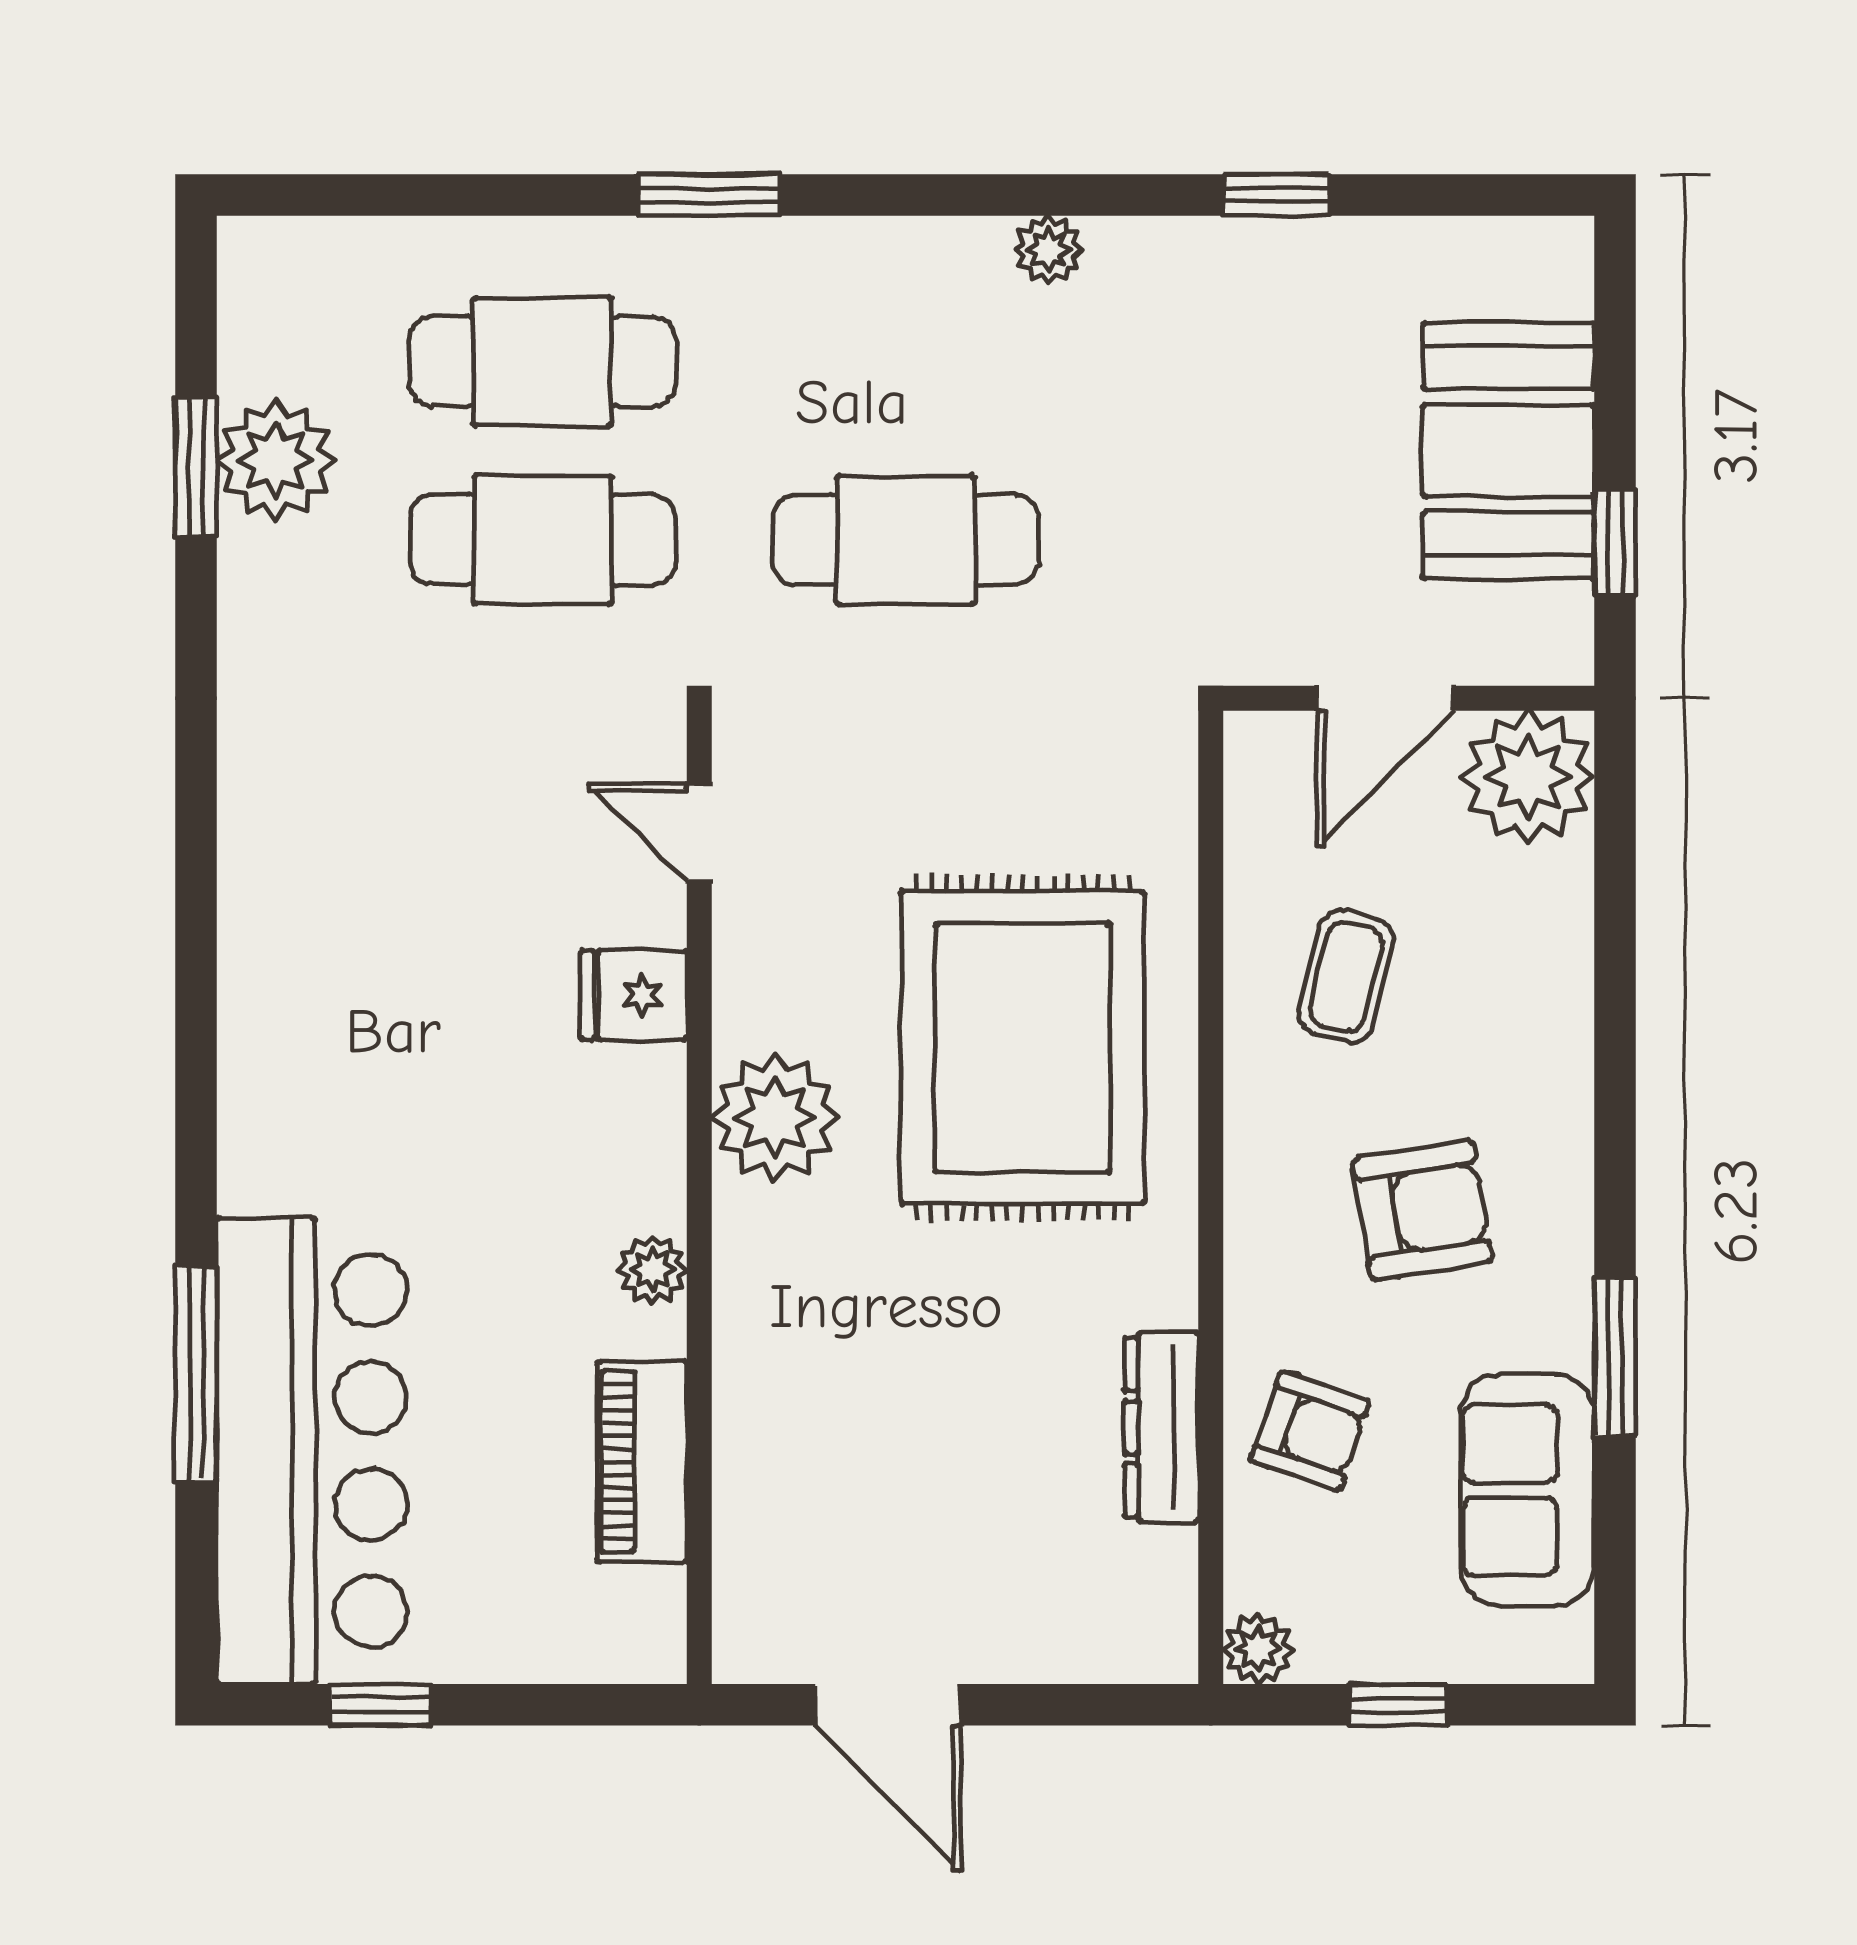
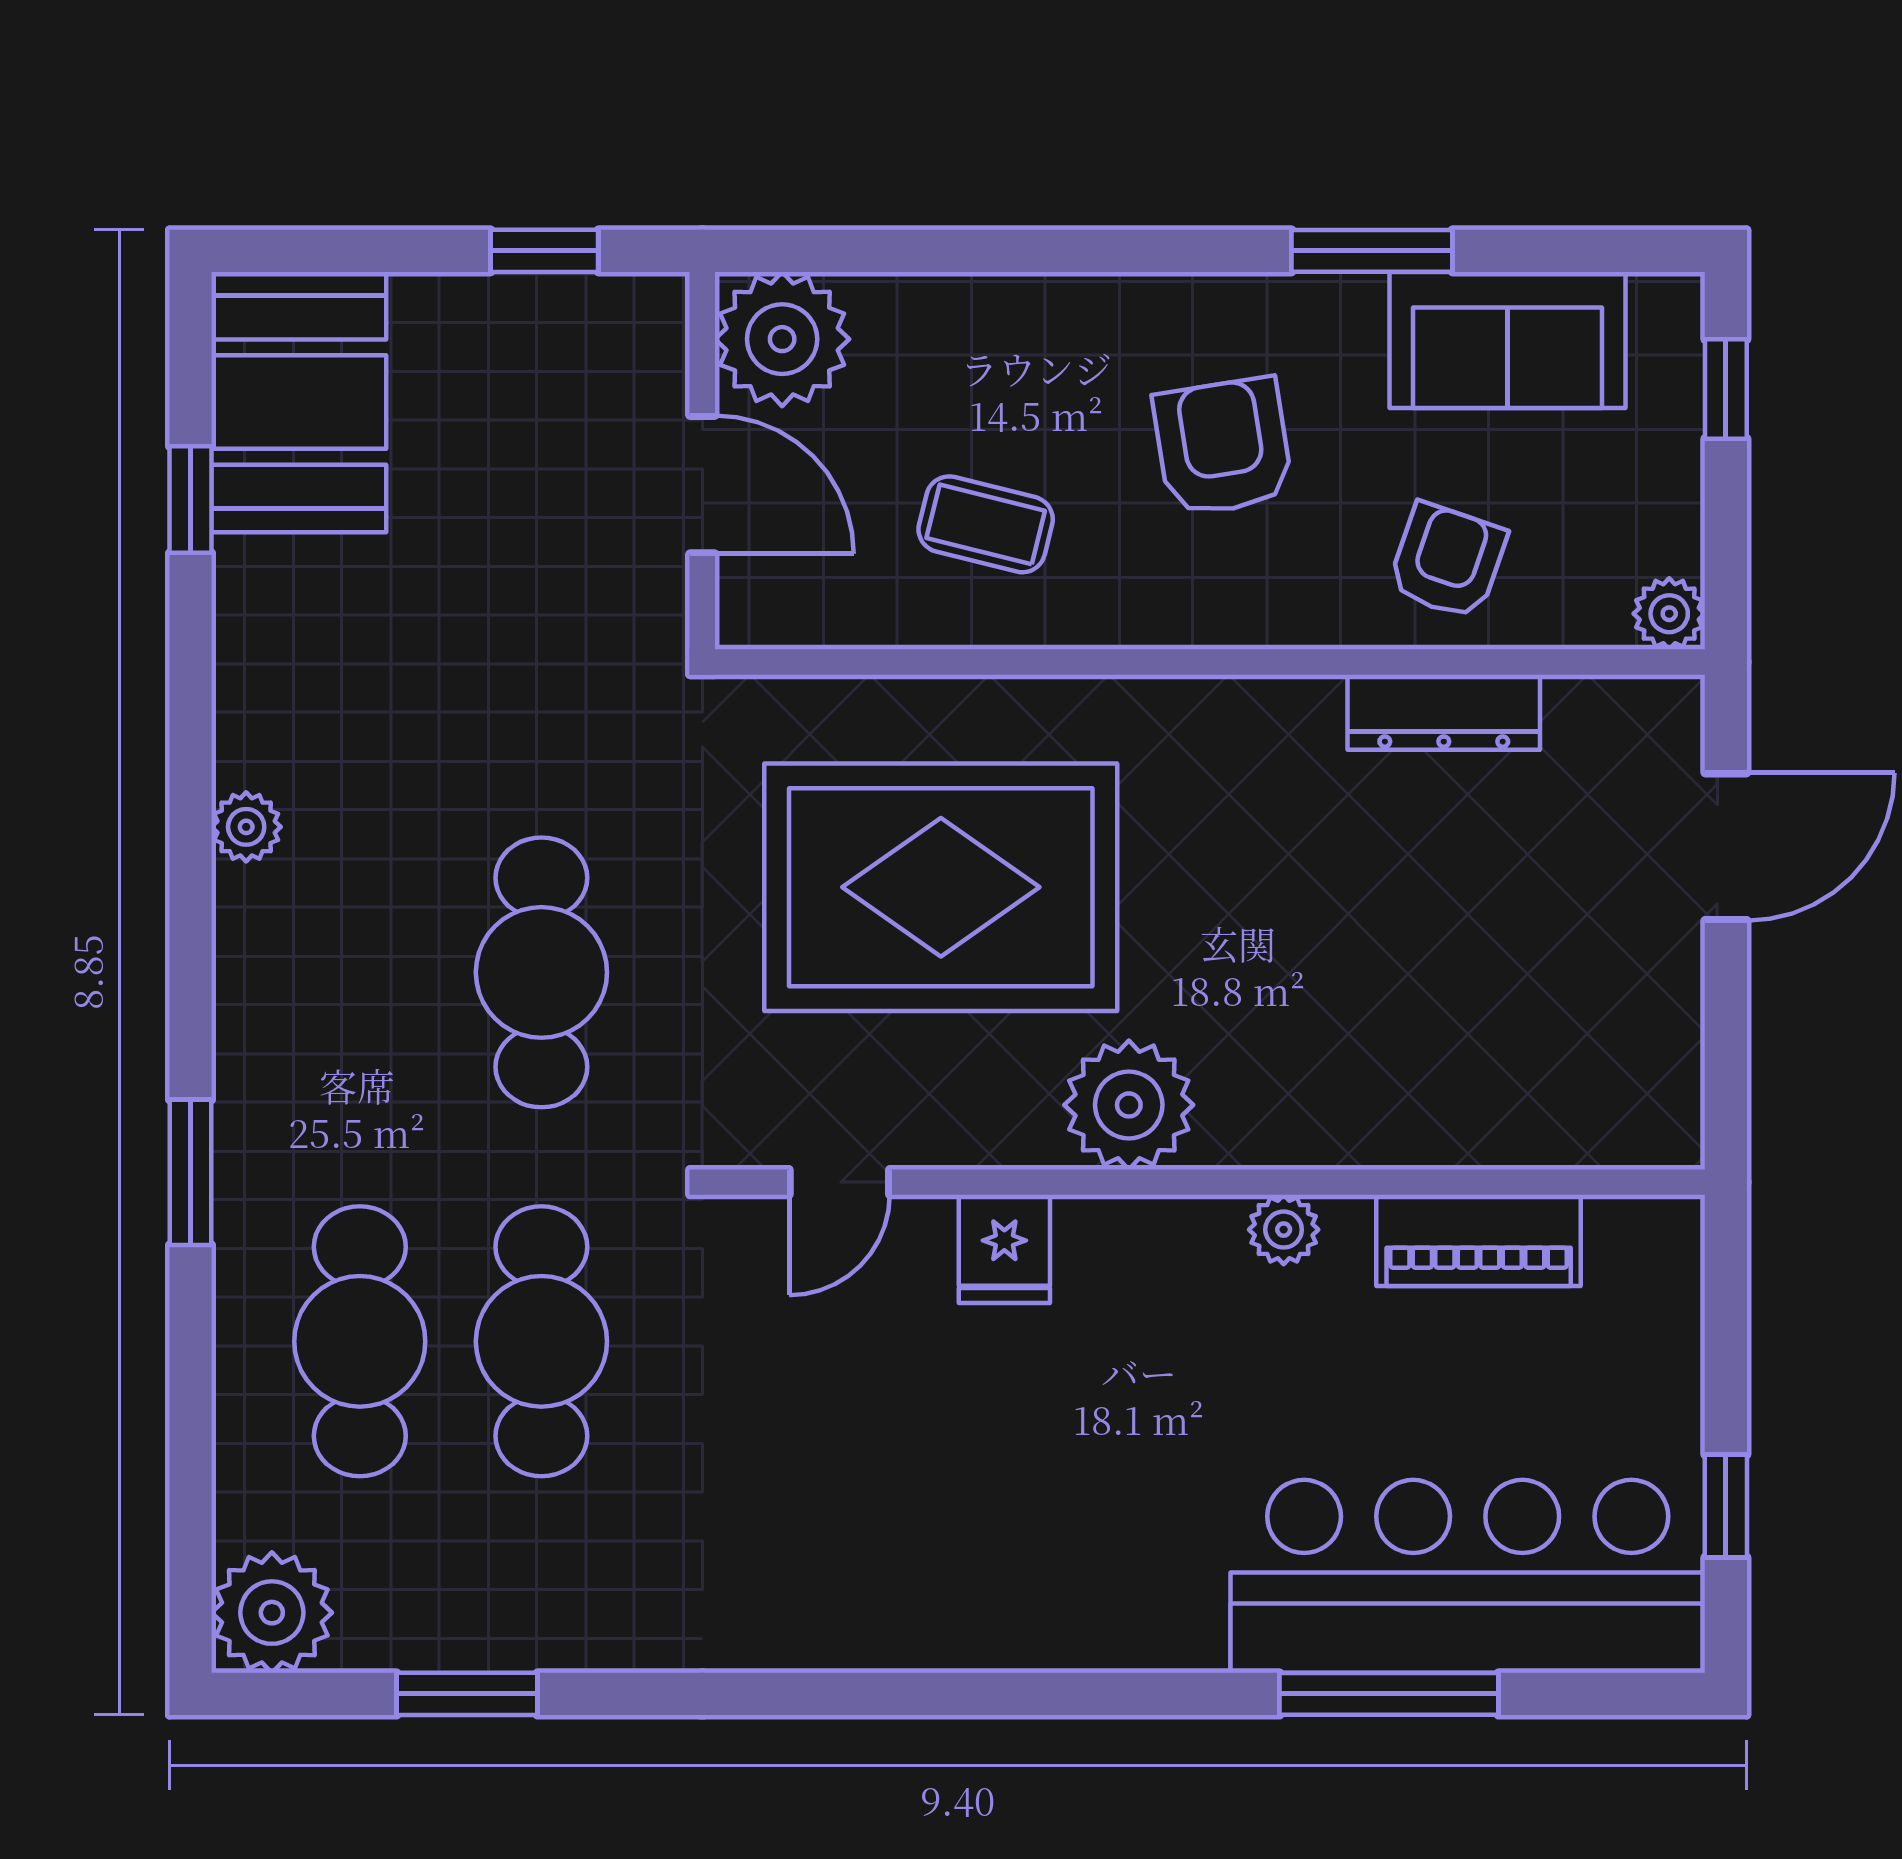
window: (1276, 195) -> (191, 500), moved
booth: (1509, 451) -> (299, 402), moved, turned 90
plant: (276, 461) -> (272, 1613), moved
rug: (1023, 1048) -> (941, 887), moved
door: (888, 1705) -> (1726, 847), moved
window: (1398, 1705) -> (1726, 389), moved

